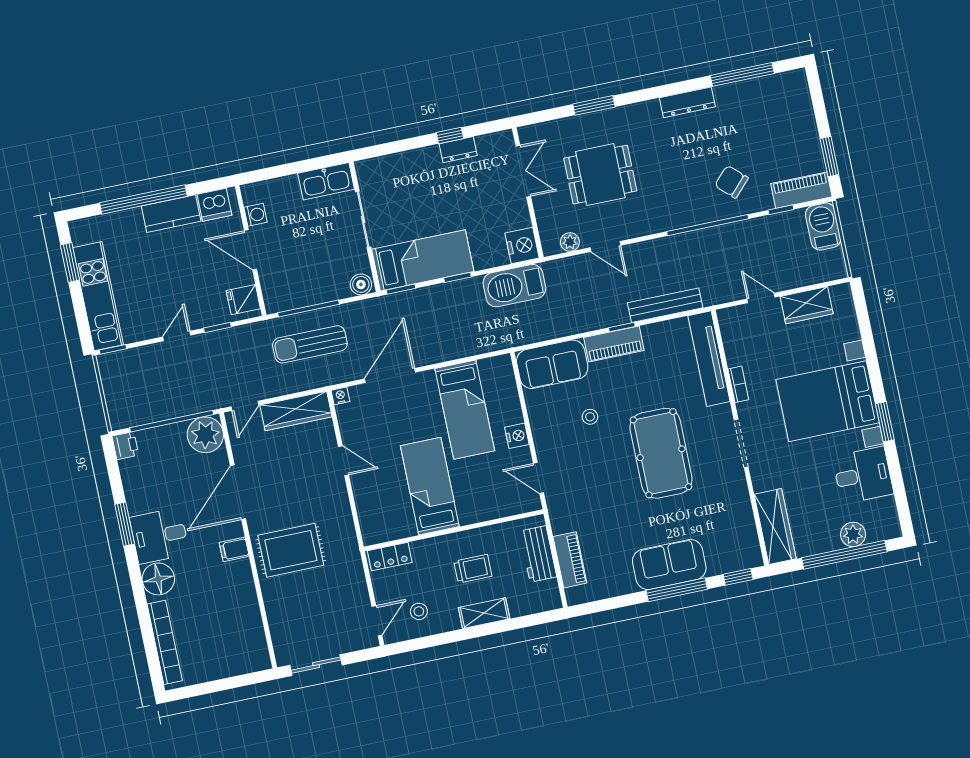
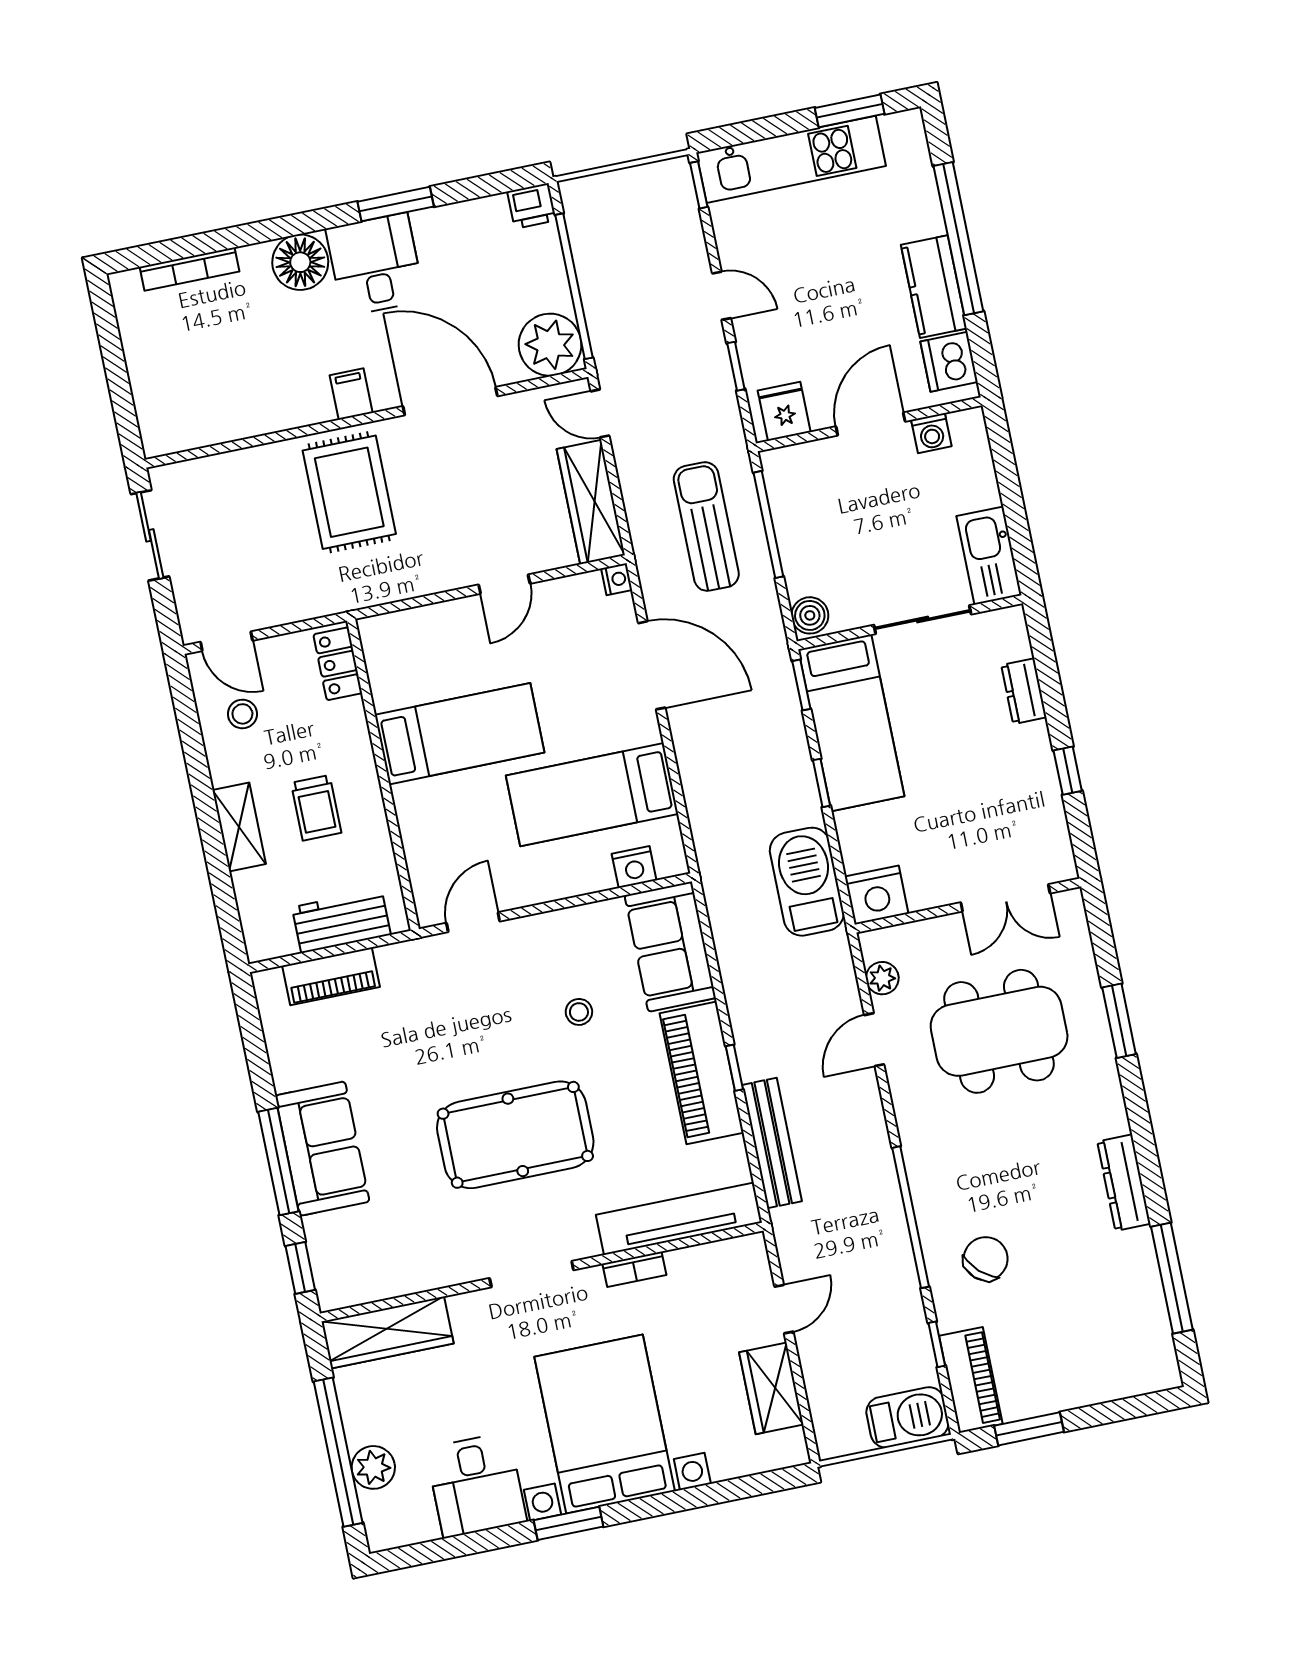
dresser: (458, 150) -> (1024, 691), moved
dining table: (600, 175) -> (999, 1031), width x1.38
piano: (614, 344) -> (702, 1073), width x1.37, depth x1.33
nightstand: (517, 436) -> (634, 867), moved
bookcase: (165, 642) -> (189, 269), width x0.68, depth x0.76

